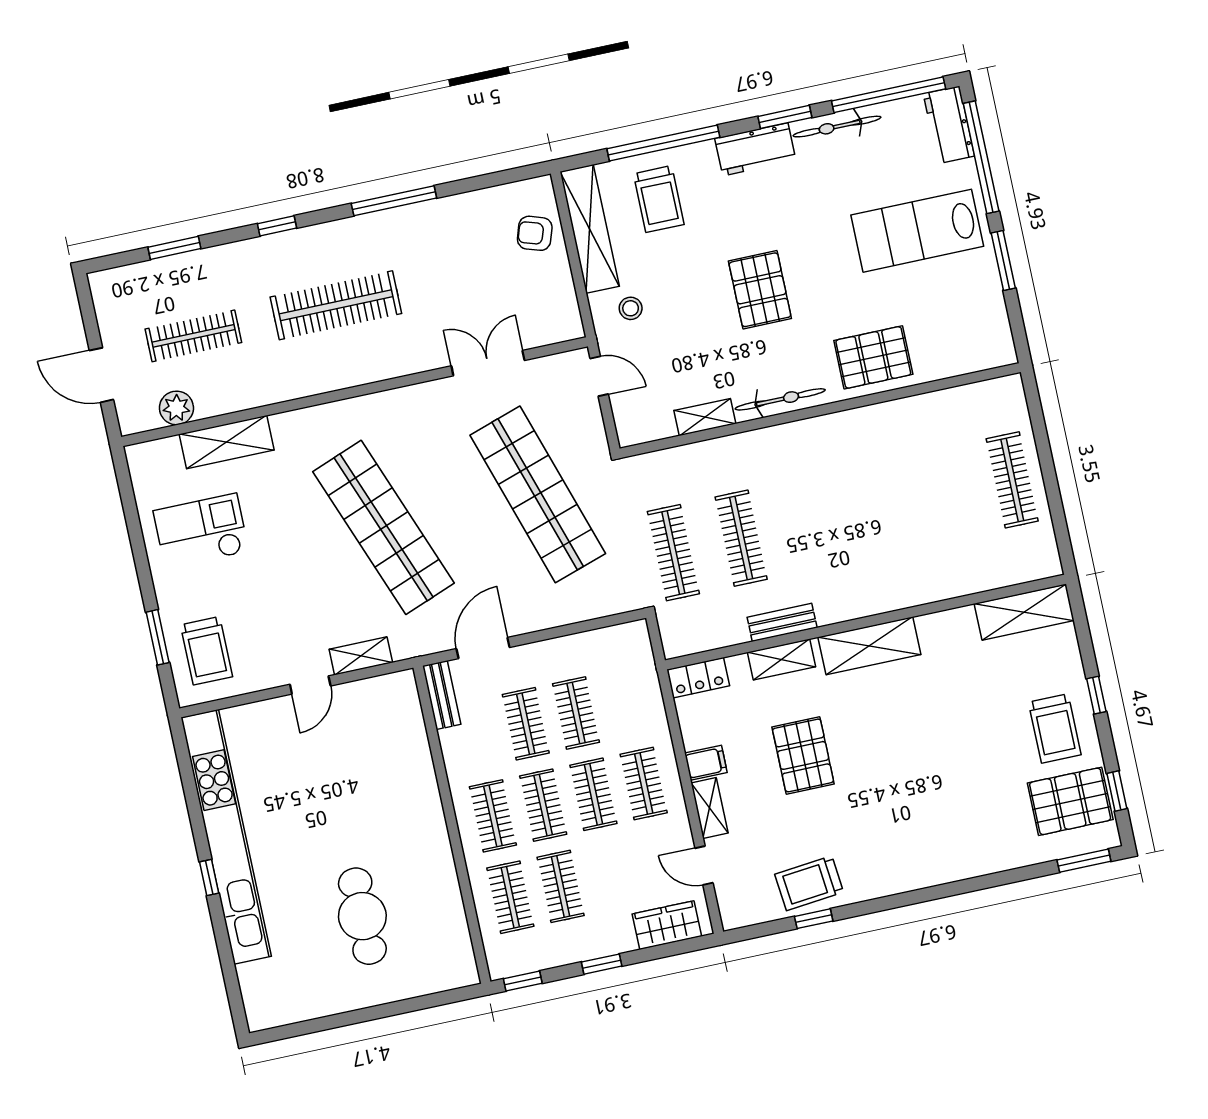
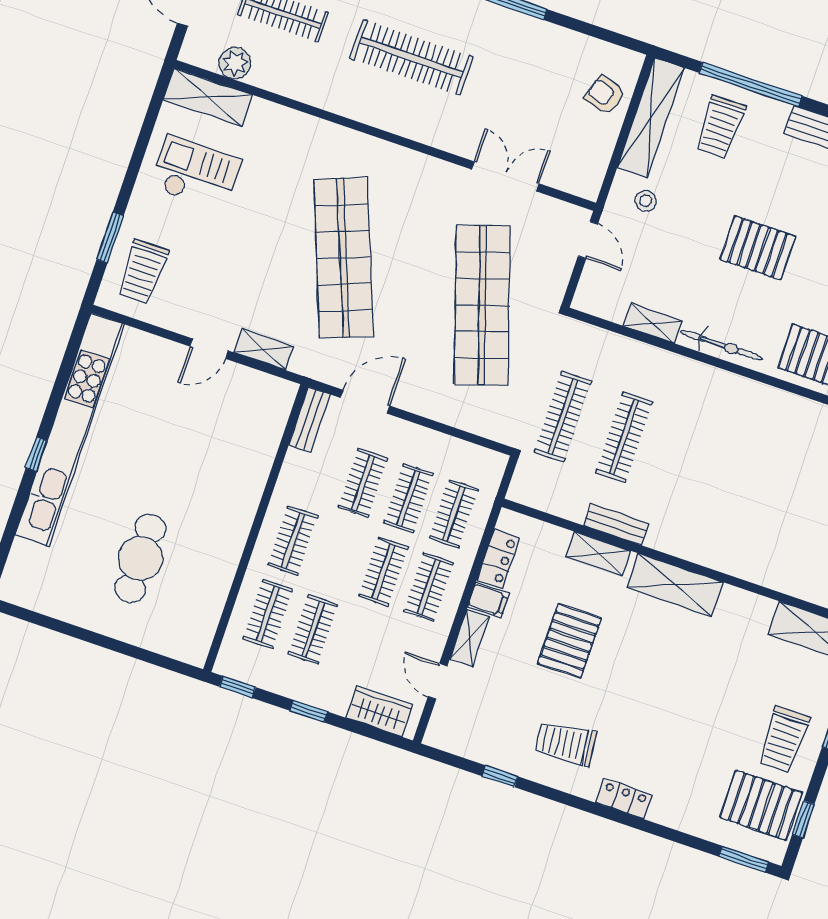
pallet: (760, 290) -> (758, 248), turned 90
shelving: (227, 442) -> (208, 97), moved
locker: (698, 678) -> (498, 559), moved, turned -90
clothes rail: (543, 805) -> (454, 514), moved
locker: (940, 871) -> (624, 799), added
trolley: (809, 883) -> (565, 743), moved

